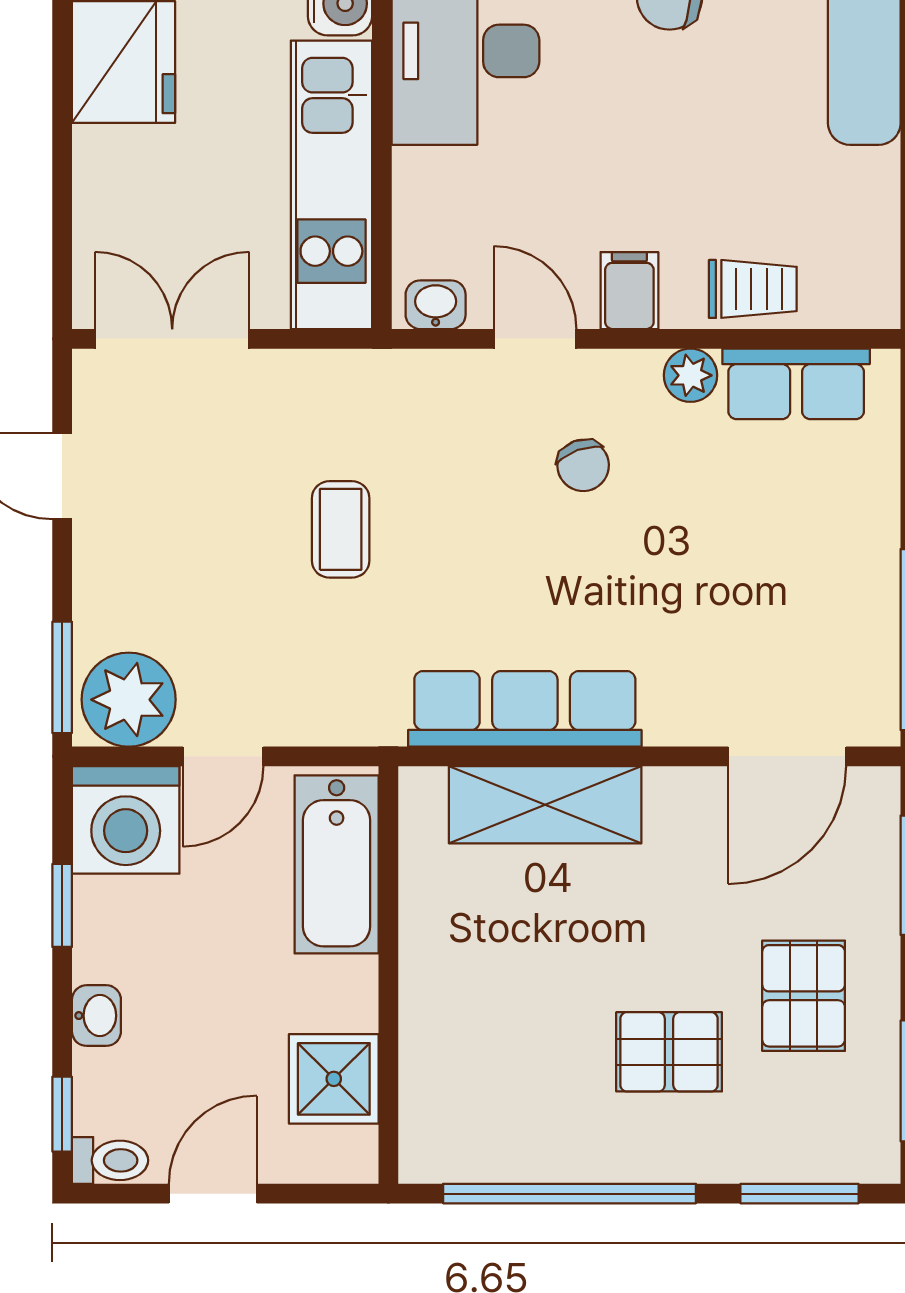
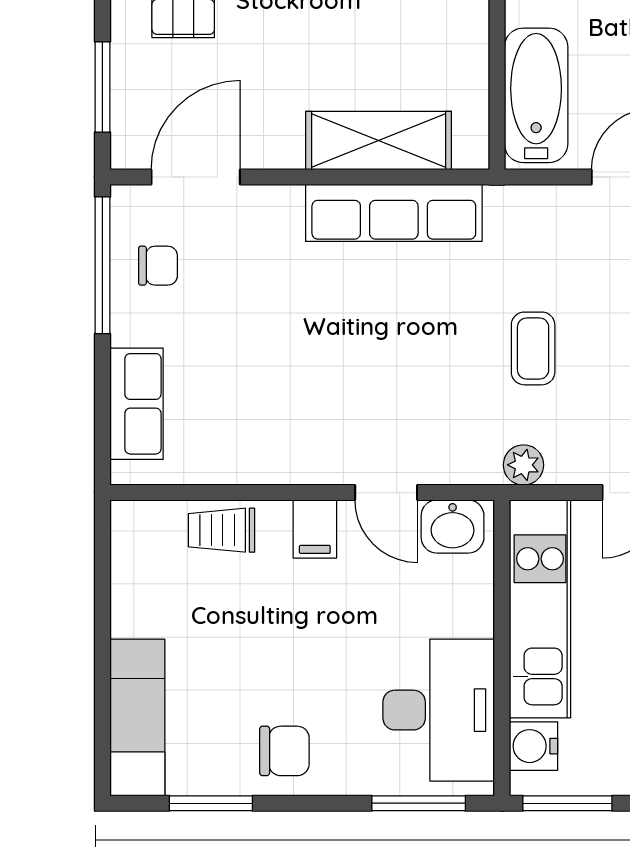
washbasin: (436, 305) -> (453, 526), width x1.38, depth x1.45
plant: (690, 375) -> (523, 465), moved
row of seats: (796, 384) -> (137, 404), moved, turned 90
chair: (583, 465) -> (158, 266), moved, turned 110

